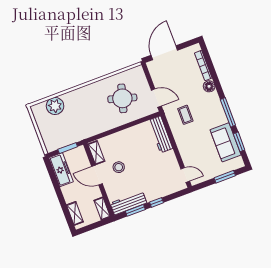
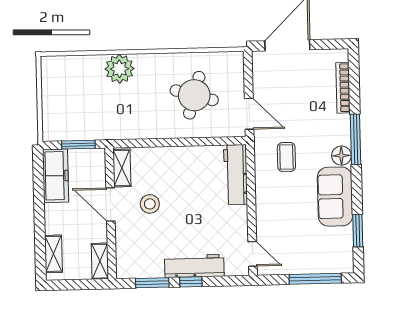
floor lamp: (209, 86) -> (341, 156), moved
plant: (55, 106) -> (119, 69), moved
window: (228, 112) -> (355, 139), moved
sofa: (225, 142) -> (335, 197), moved
window: (225, 177) -> (315, 279), width x1.44
workbench: (128, 203) -> (194, 266), moved

